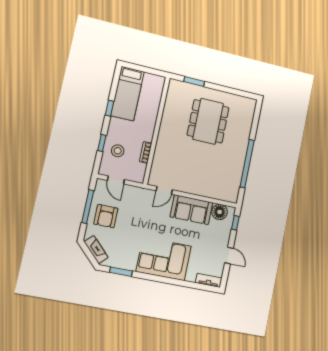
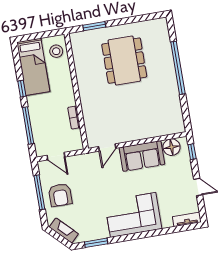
window: (102, 143) -> (28, 126), width x2.17
stool: (118, 151) -> (56, 51), moved
window: (247, 164) -> (178, 68), moved

